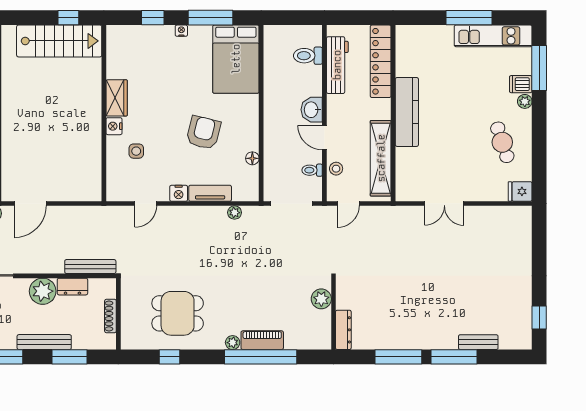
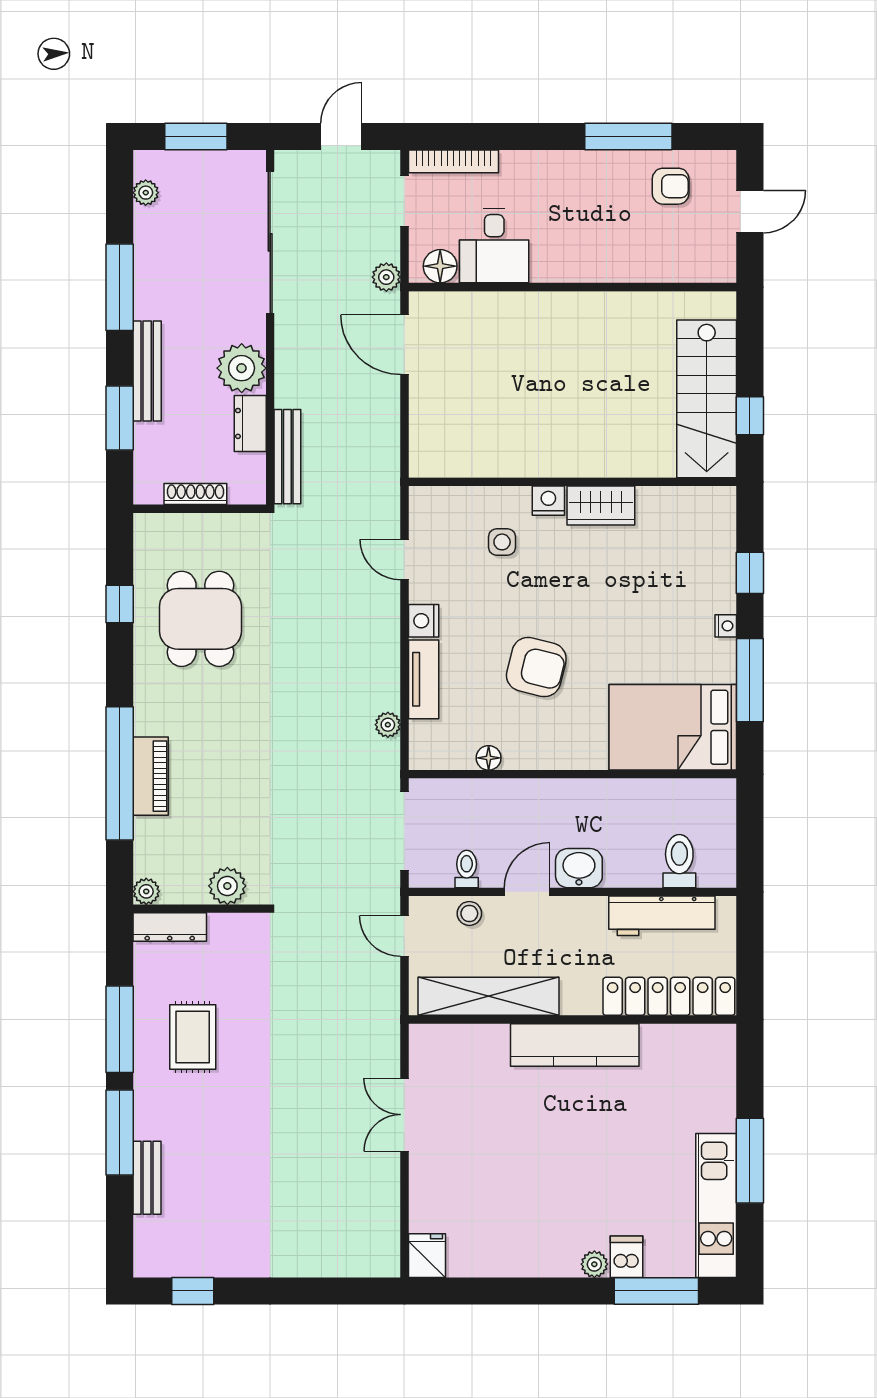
cafe table: (502, 142) -> (518, 1222), removed
rug: (403, 318) -> (193, 1037), added
plant: (233, 343) -> (146, 891), moved

